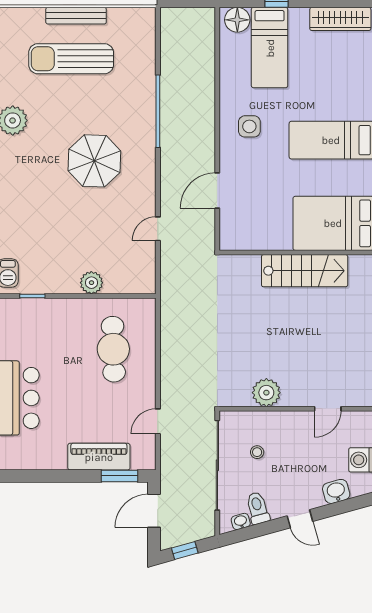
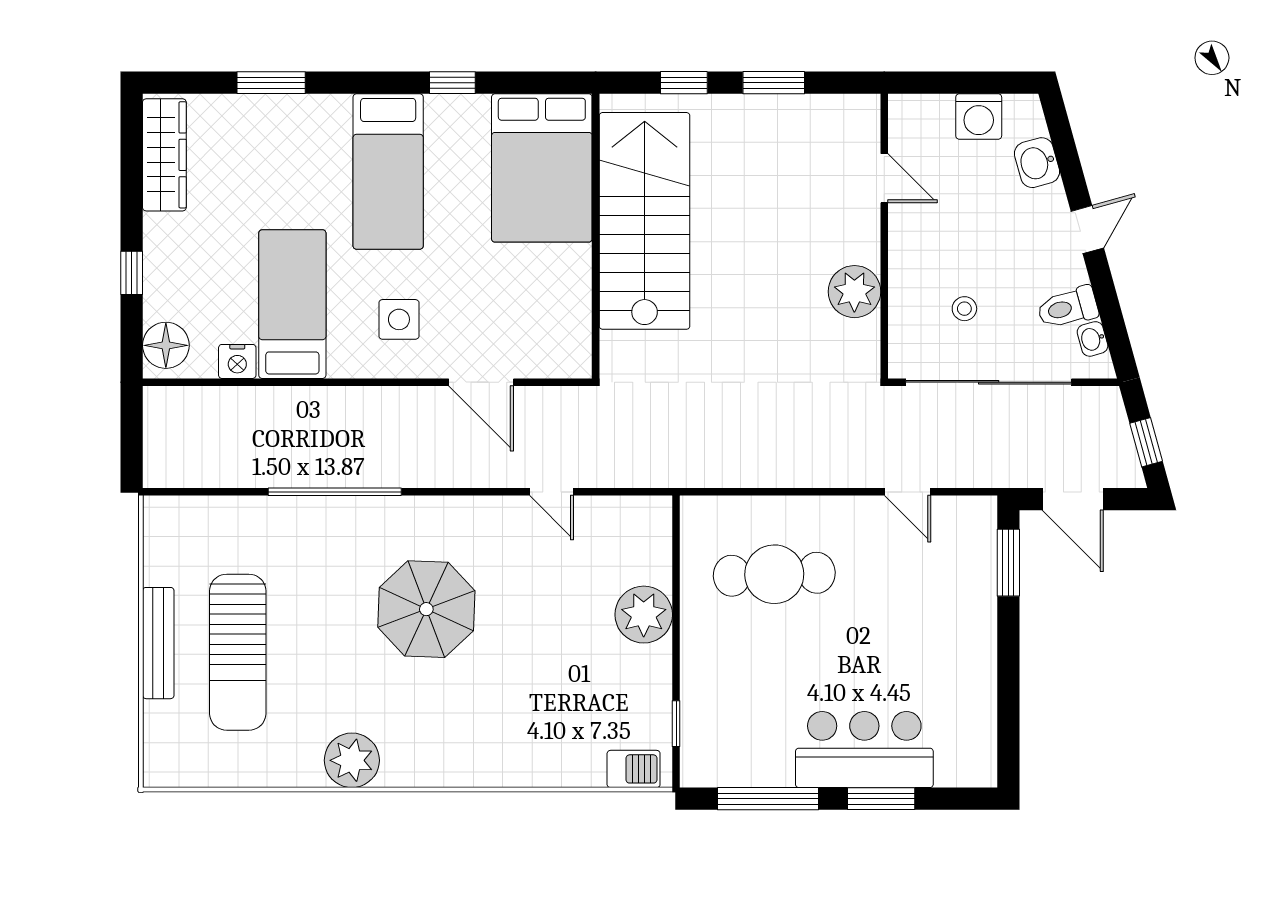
bed: (270, 48) -> (292, 304), moved, turned -90
nightstand: (229, 58) -> (237, 361), added
side table: (249, 126) -> (399, 319), moved
stairs: (305, 271) -> (645, 221), width x1.36, depth x1.51
plant: (91, 283) -> (644, 615), width x1.36, depth x1.36
piano: (99, 457) -> (973, 601), removed

